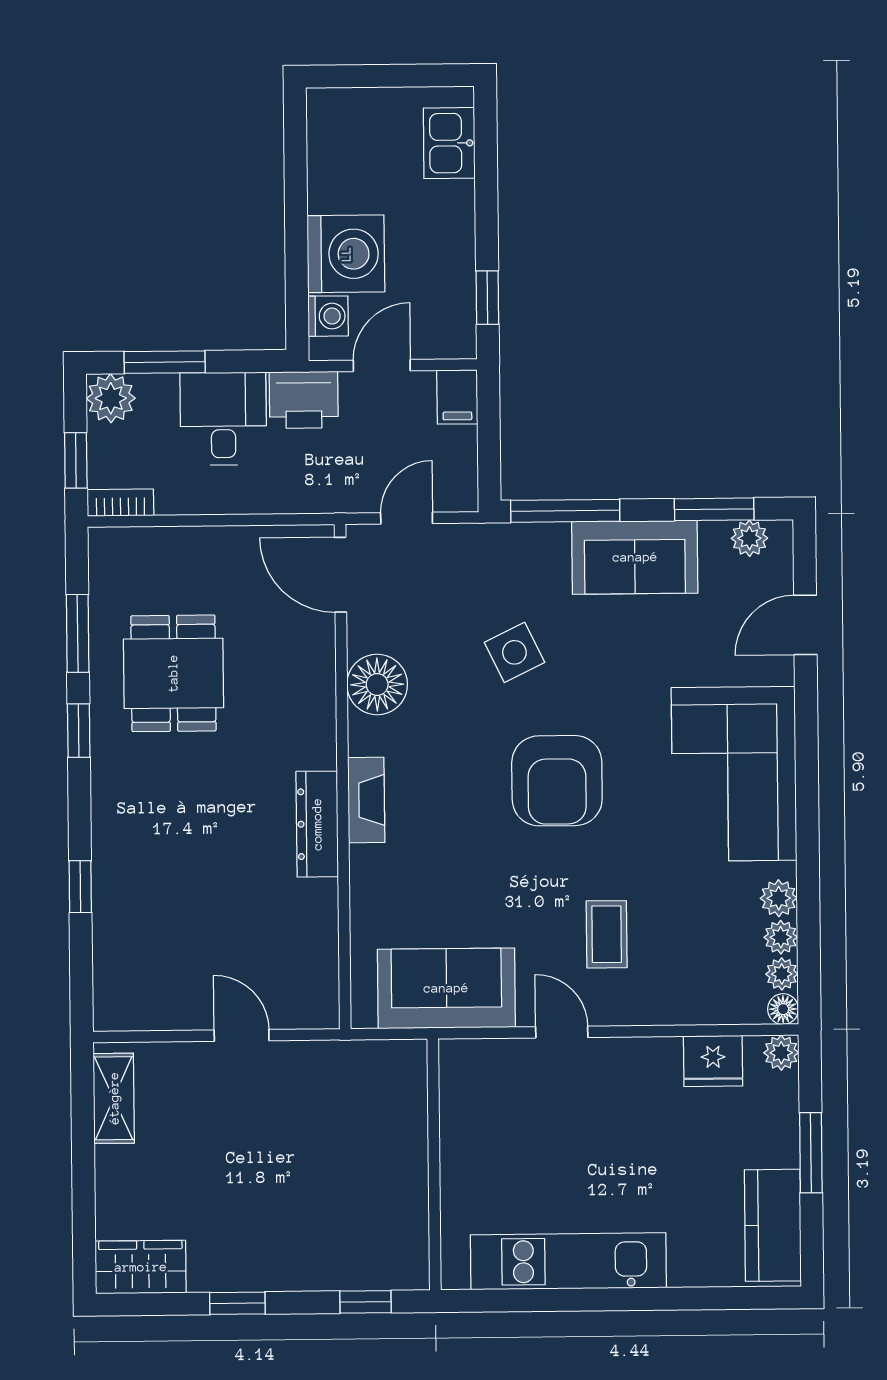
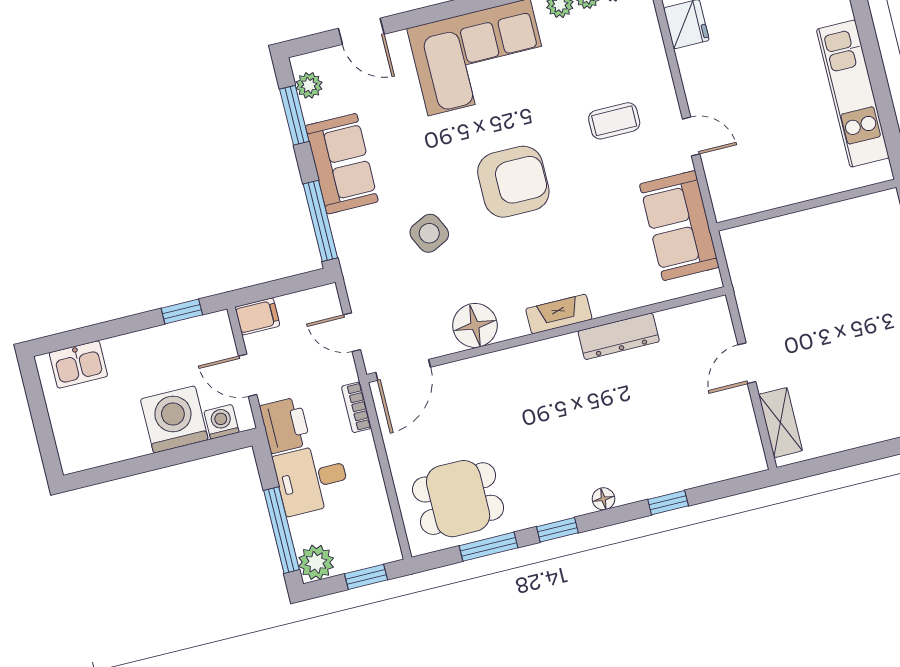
window: (165, 362) -> (281, 530), width x1.44
bookcase: (120, 503) -> (356, 407), moved
dining table: (173, 673) -> (458, 499), moved
floor lamp: (106, 802) -> (603, 499), added
dresser: (317, 824) -> (619, 336), moved
door: (562, 1032) -> (691, 136), swing flipped
shelving: (114, 1098) -> (780, 423), moved, turned 90

